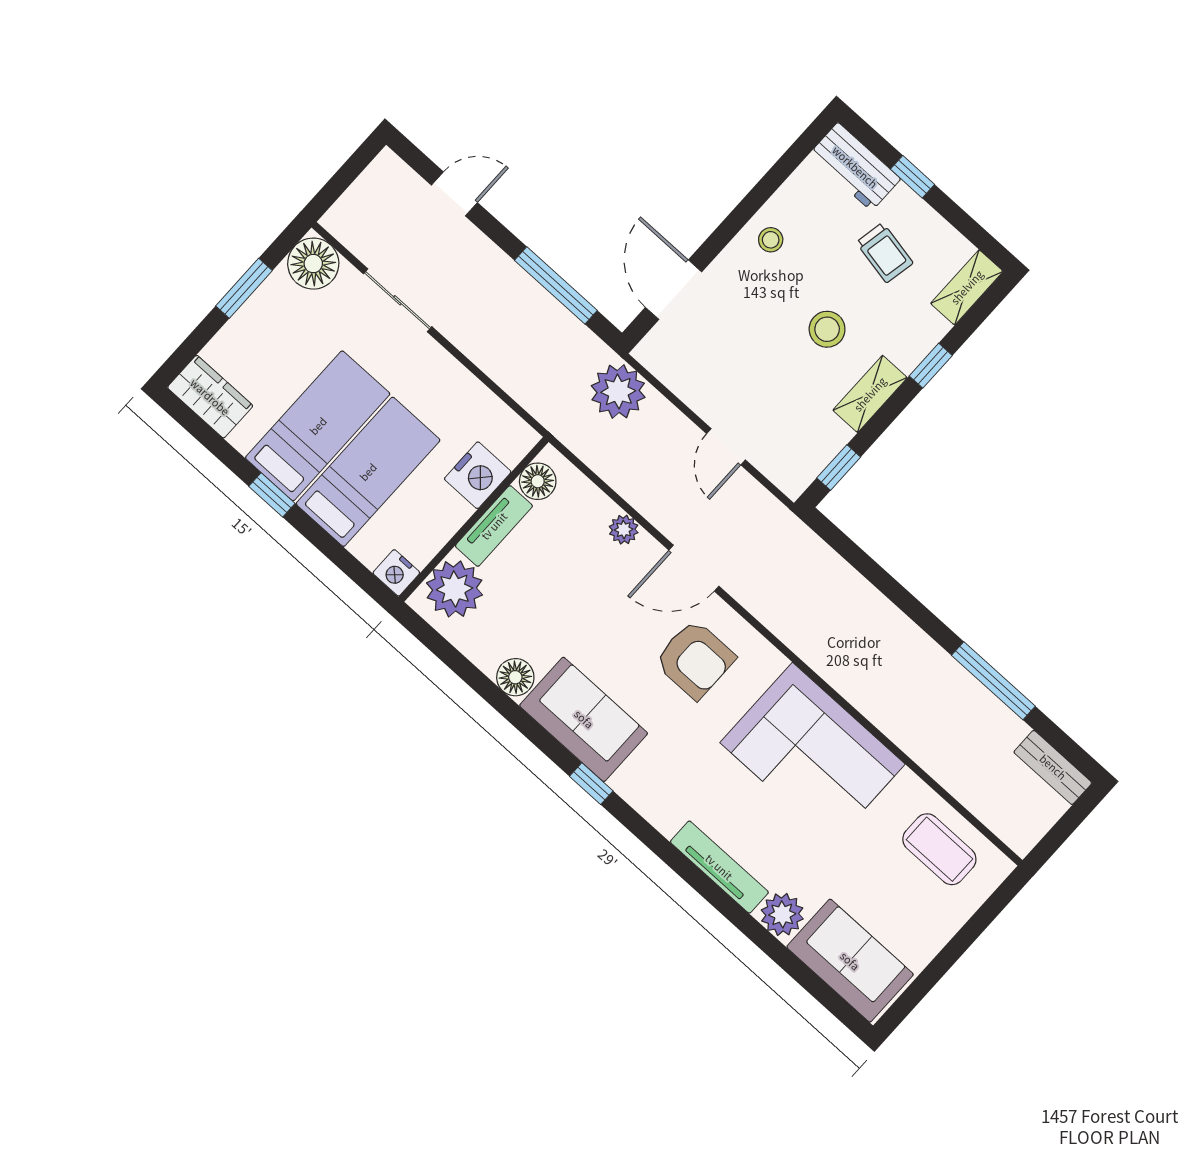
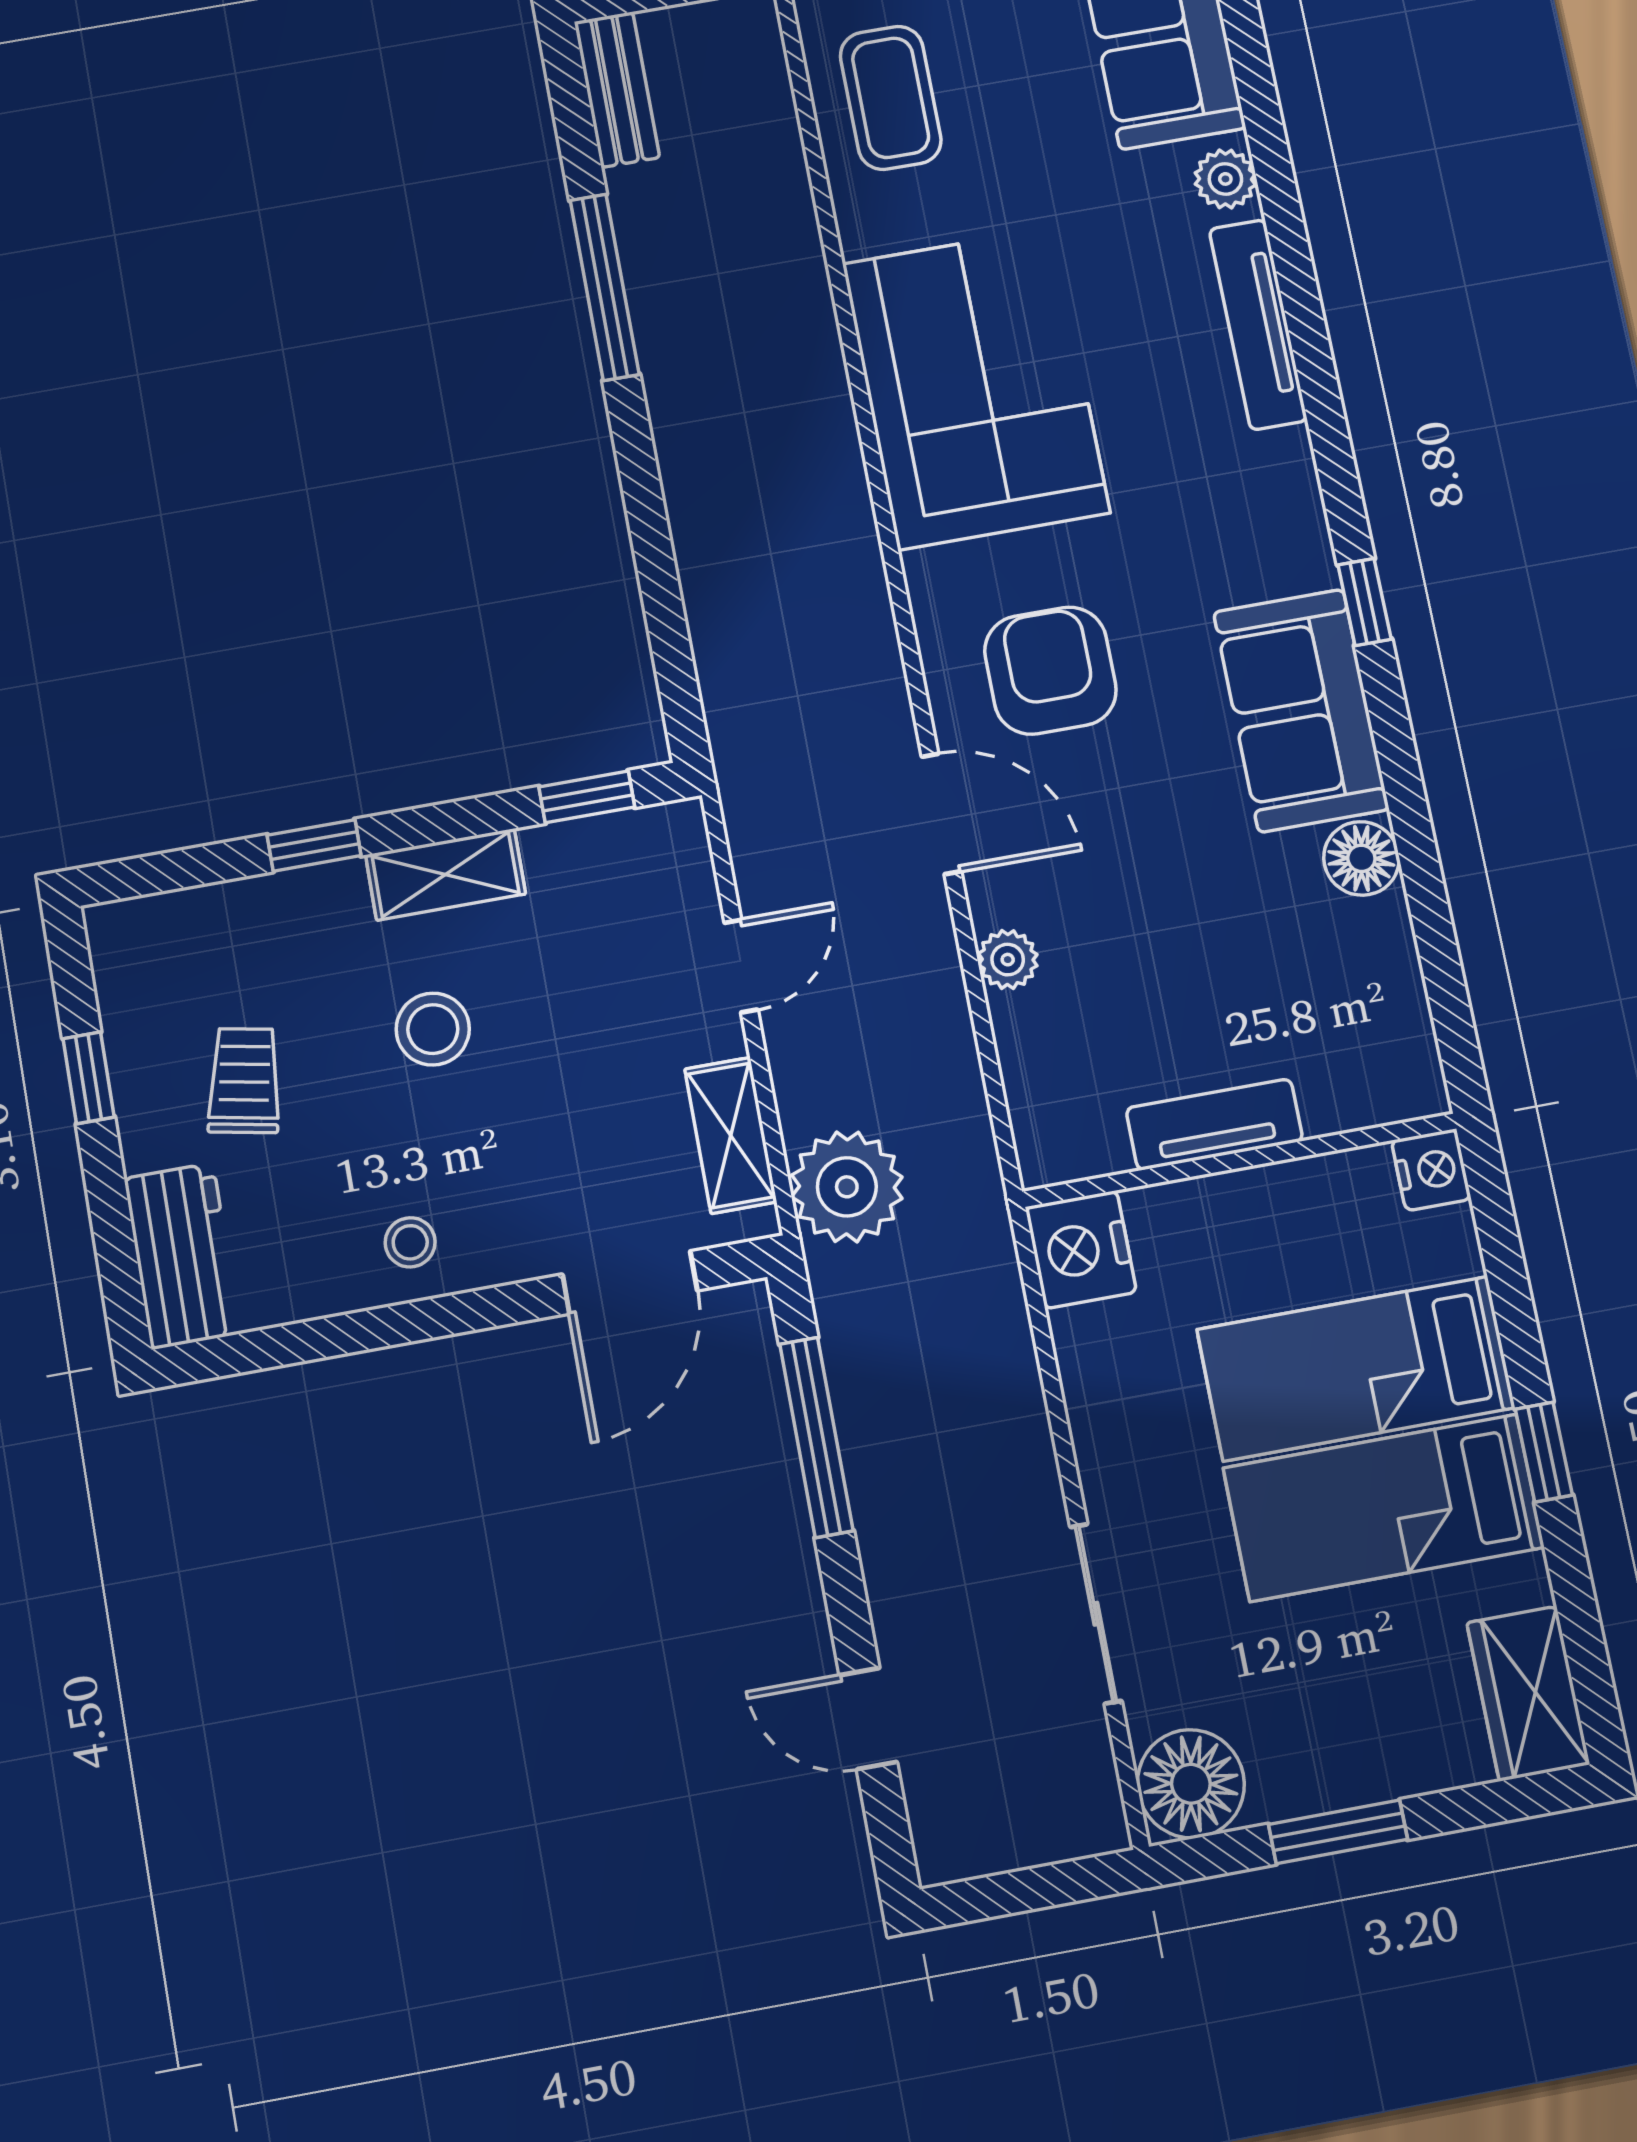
window: (912, 177) -> (89, 1078), moved
shelving: (967, 287) -> (731, 1135), moved, turned 90
nightstand: (478, 475) -> (1081, 1250), moved, turned -90
floor lamp: (538, 481) -> (1088, 1142), removed
plant: (455, 589) -> (1355, 1072), removed
plant: (782, 914) -> (1225, 179), width x0.73, depth x0.73

